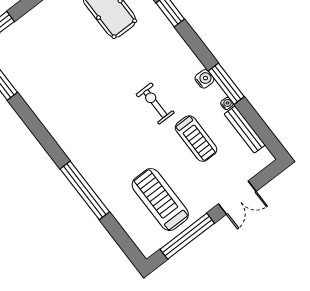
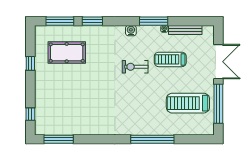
water cooler: (204, 79) -> (131, 31), moved
treadmill: (196, 139) -> (170, 59), turned 180
double door: (237, 198) -> (218, 62), width x1.37

